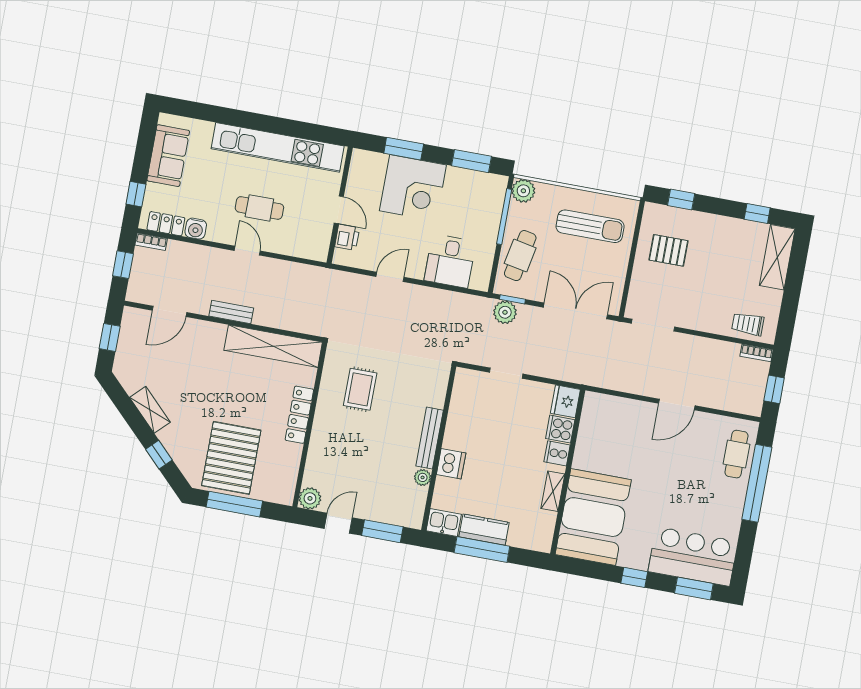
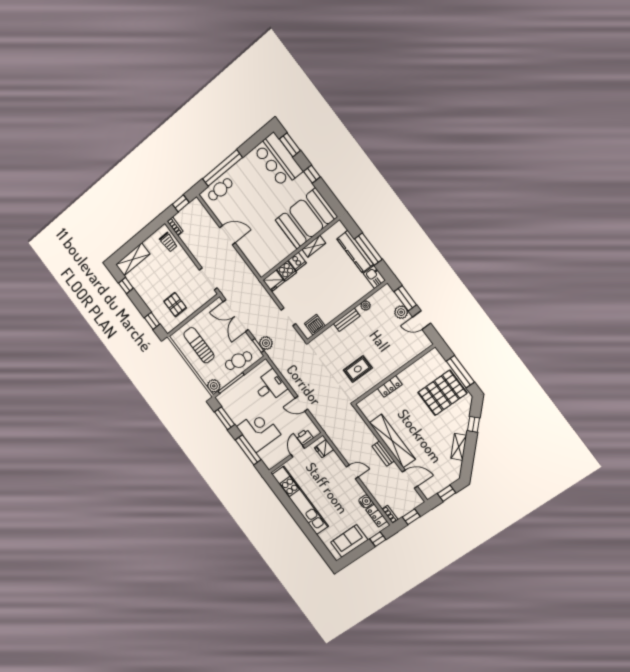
window: (404, 149) -> (248, 450), width x1.44
cafe table: (259, 208) -> (331, 484), removed
fridge: (309, 246) -> (324, 449), added
door: (247, 251) -> (352, 472), swing flipped
shelving: (273, 346) -> (392, 441), moved
locker: (299, 415) -> (390, 386), width x0.66
bench: (430, 438) -> (347, 320), width x0.73
dishwasher: (451, 464) -> (315, 325), moved
plant: (310, 498) -> (401, 312), moved
kitchen counter: (484, 530) -> (355, 252), width x1.50

